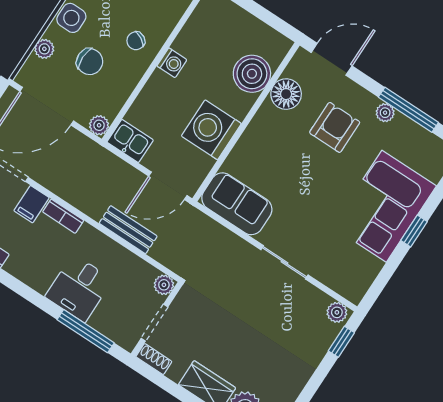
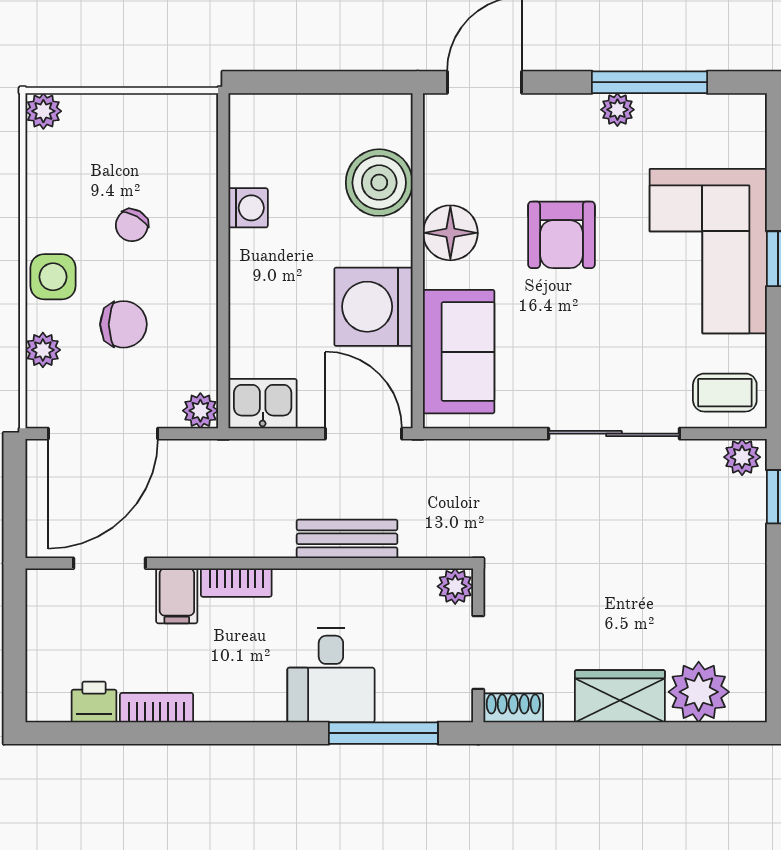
chair: (136, 41) -> (132, 225), moved
washing machine: (172, 63) -> (248, 208), moved
floor lamp: (286, 94) -> (450, 233), moved
armchair: (335, 127) -> (561, 235), moved, turned 180
door: (168, 186) -> (363, 434), swing flipped
sofa: (237, 204) -> (459, 352), moved, turned 90
sliding door: (284, 262) -> (614, 434), width x1.37
coffee table: (349, 277) -> (725, 393), added

